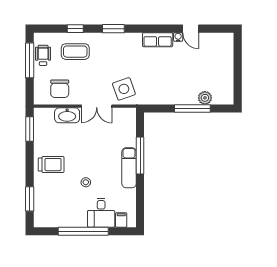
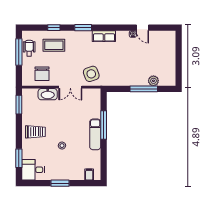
row of seats: (158, 40) -> (104, 36), moved
desk: (101, 213) -> (33, 170), moved, turned 90
window: (83, 231) -> (60, 183), width x0.47

